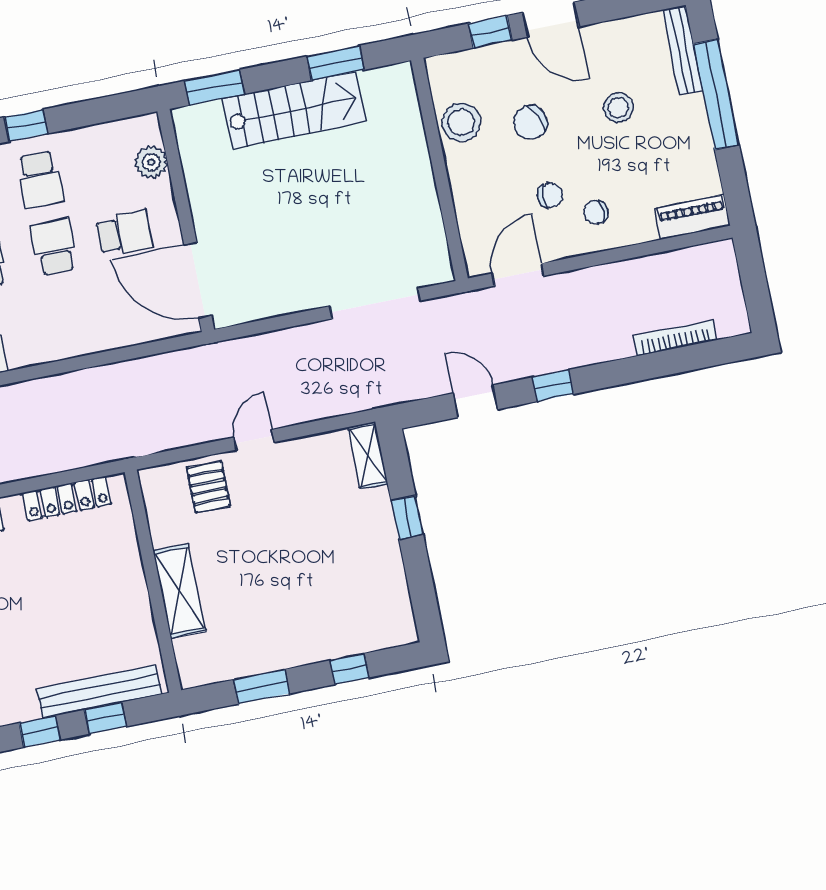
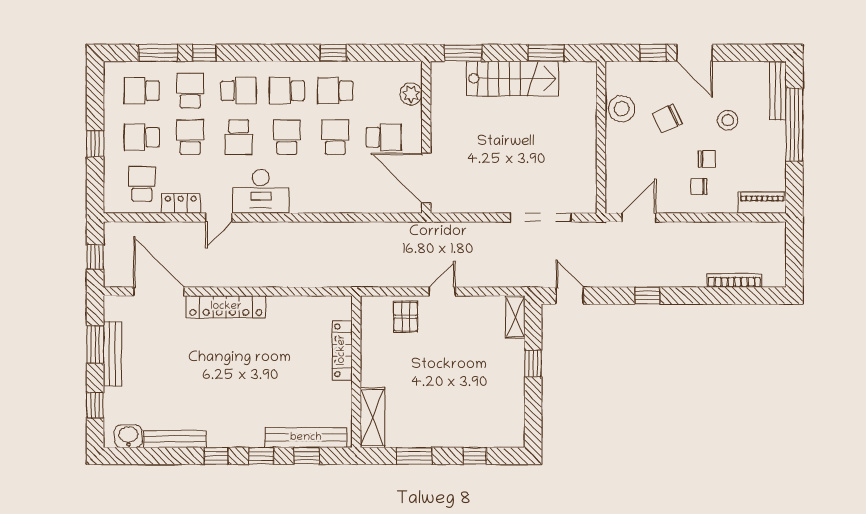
school desk: (40, 180) -> (335, 91), turned 90
chair: (550, 195) -> (707, 159), moved
door: (475, 401) -> (570, 296), moved
locker: (67, 498) -> (342, 350), moved, turned 90
shelving: (179, 591) -> (372, 418), moved

